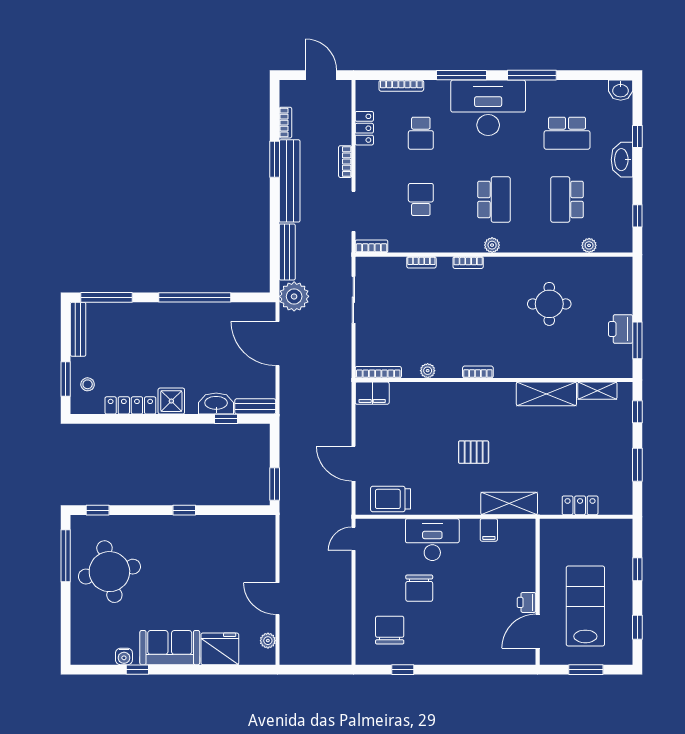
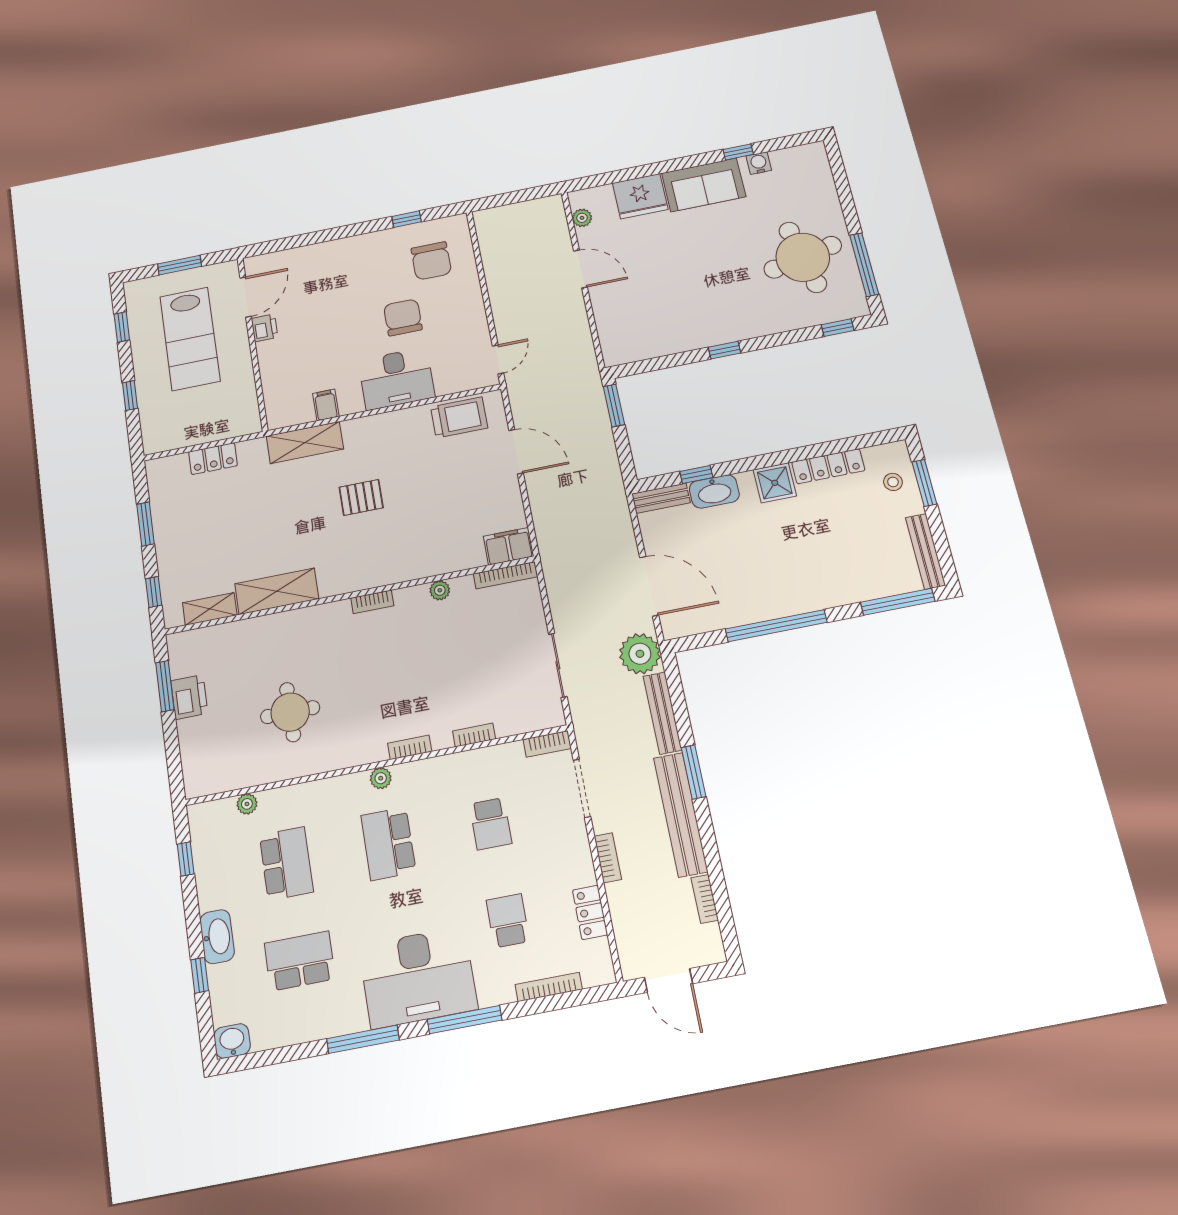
window: (275, 159) -> (694, 772), moved

